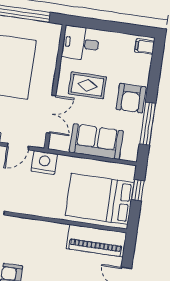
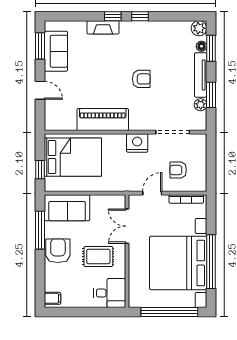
sofa: (96, 142) -> (67, 208), moved
nightstand: (44, 163) -> (137, 143), moved, turned 180
piano: (96, 241) -> (103, 120), moved

